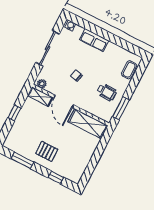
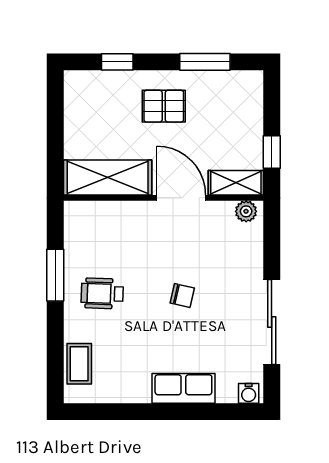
plant: (42, 84) -> (246, 211), moved
shelving: (40, 97) -> (236, 183), moved
door: (64, 101) -> (181, 198), moved
wall: (71, 105) -> (163, 198), moved
shelving: (88, 124) -> (108, 178), moved

